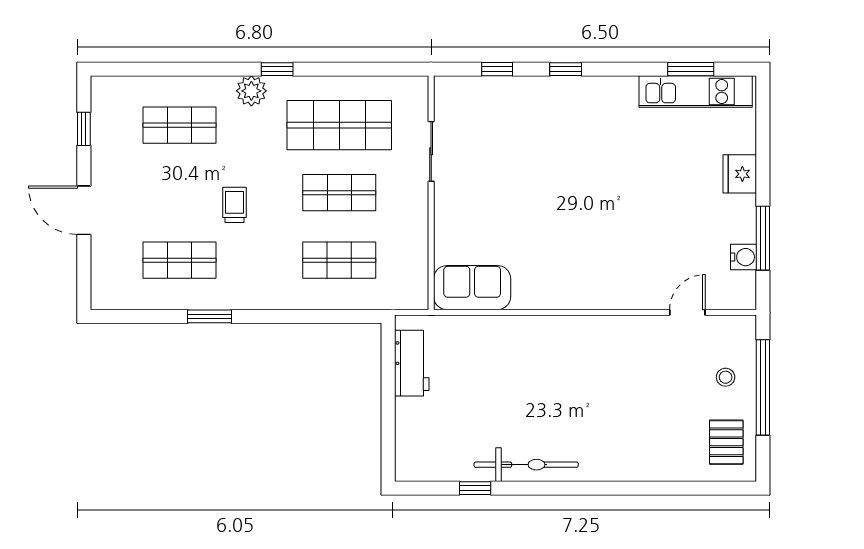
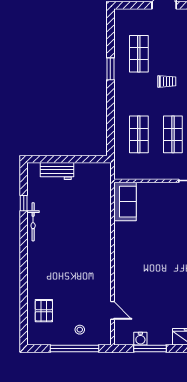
workbench: (412, 363) -> (57, 171), moved
pallet: (726, 442) -> (44, 311), moved, turned 90
bicycle: (526, 465) -> (33, 222), width x0.73, depth x0.71

